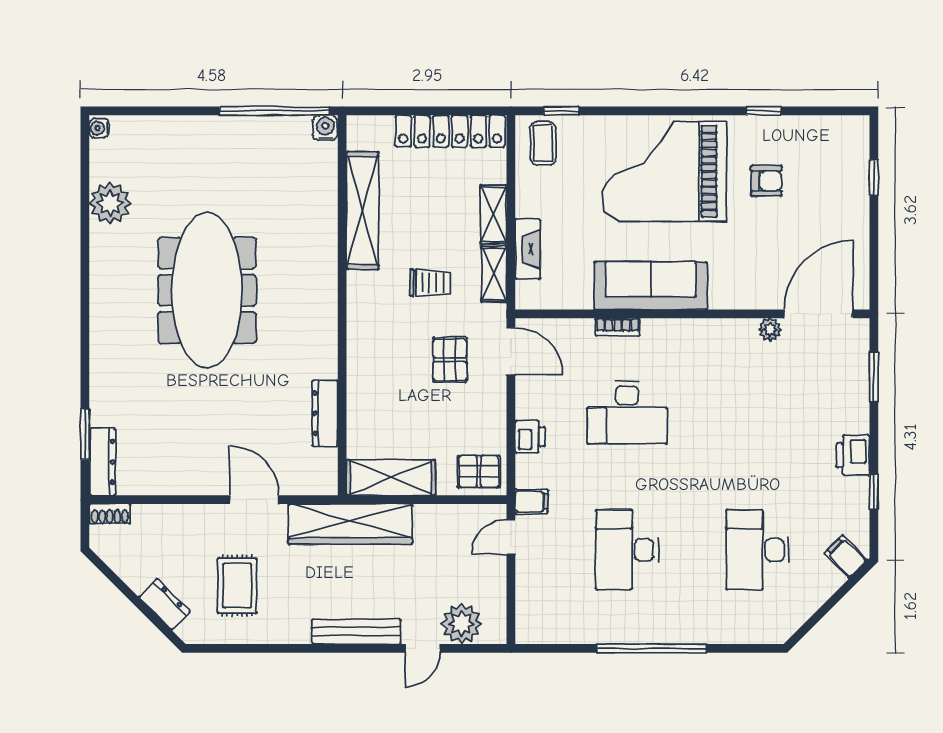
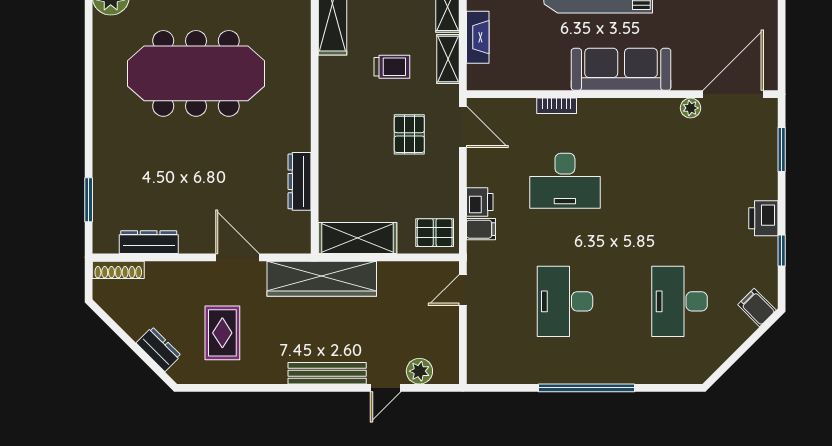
sofa: (651, 286) -> (621, 69), moved
meeting table: (207, 290) -> (196, 73), turned 90
dresser: (102, 462) -> (149, 242), moved, turned -90
filing cabinet: (531, 501) -> (481, 229), moved
shoe rack: (110, 514) -> (118, 270), width x1.43
plant: (461, 624) -> (419, 371), width x0.73, depth x0.73

